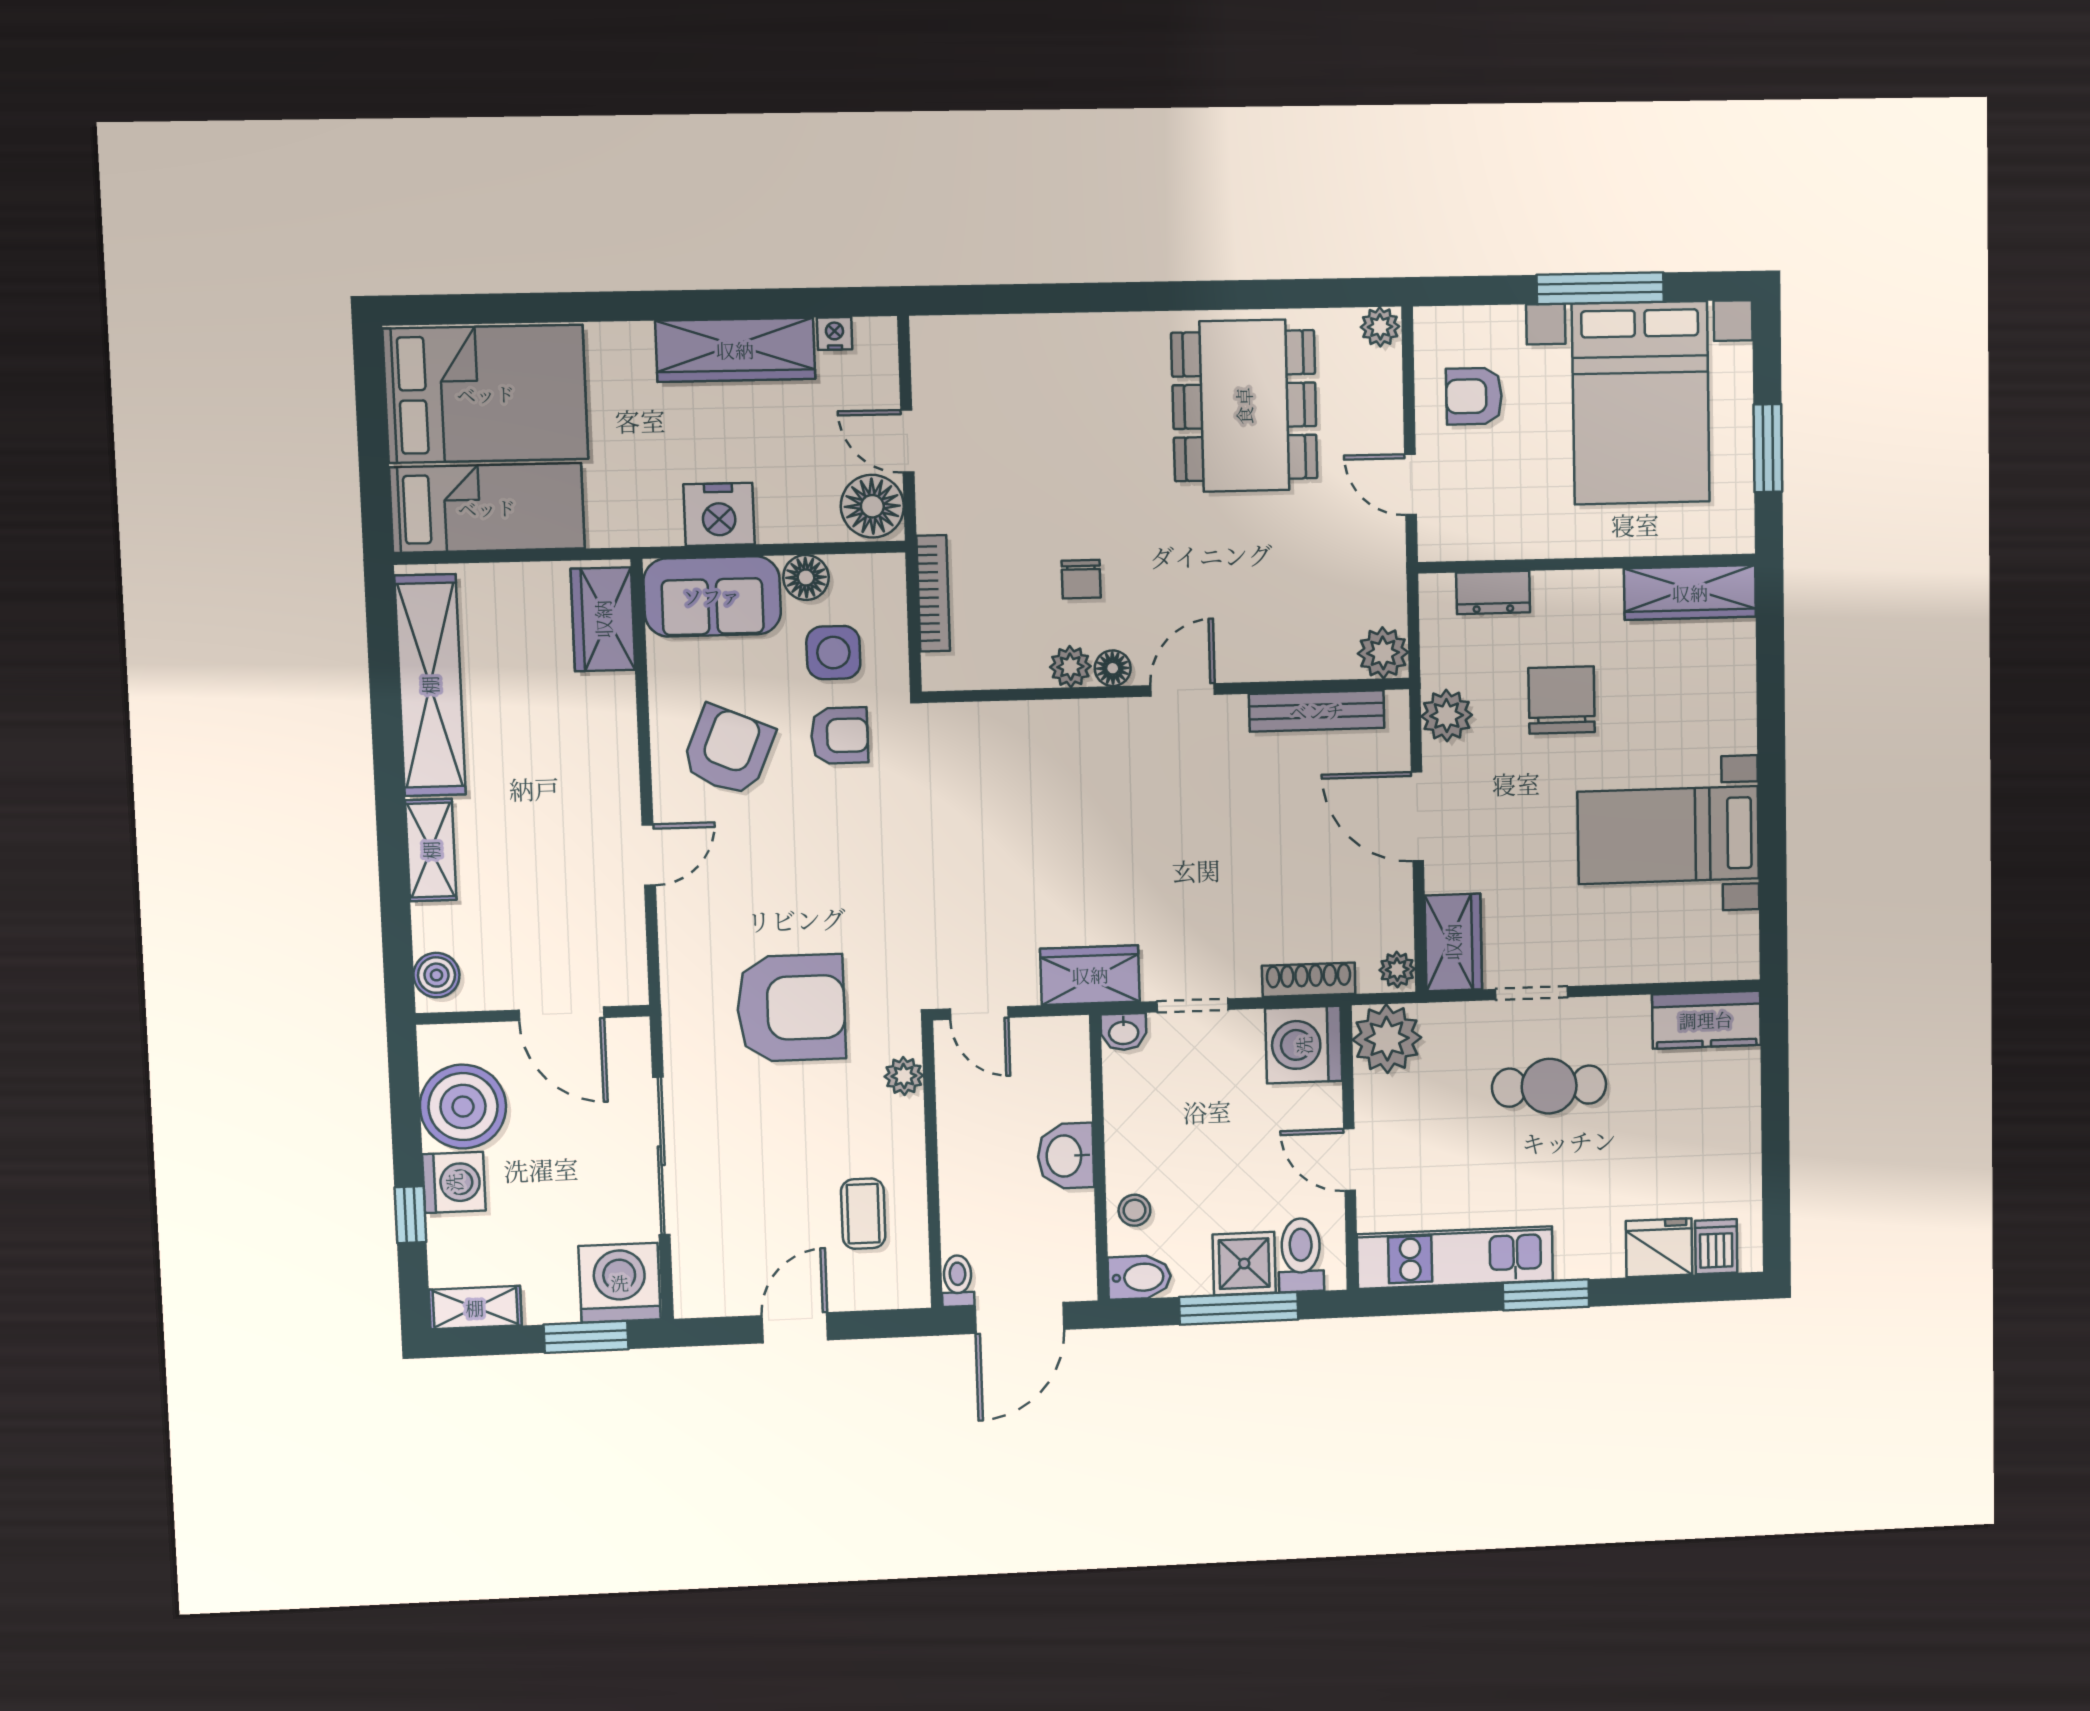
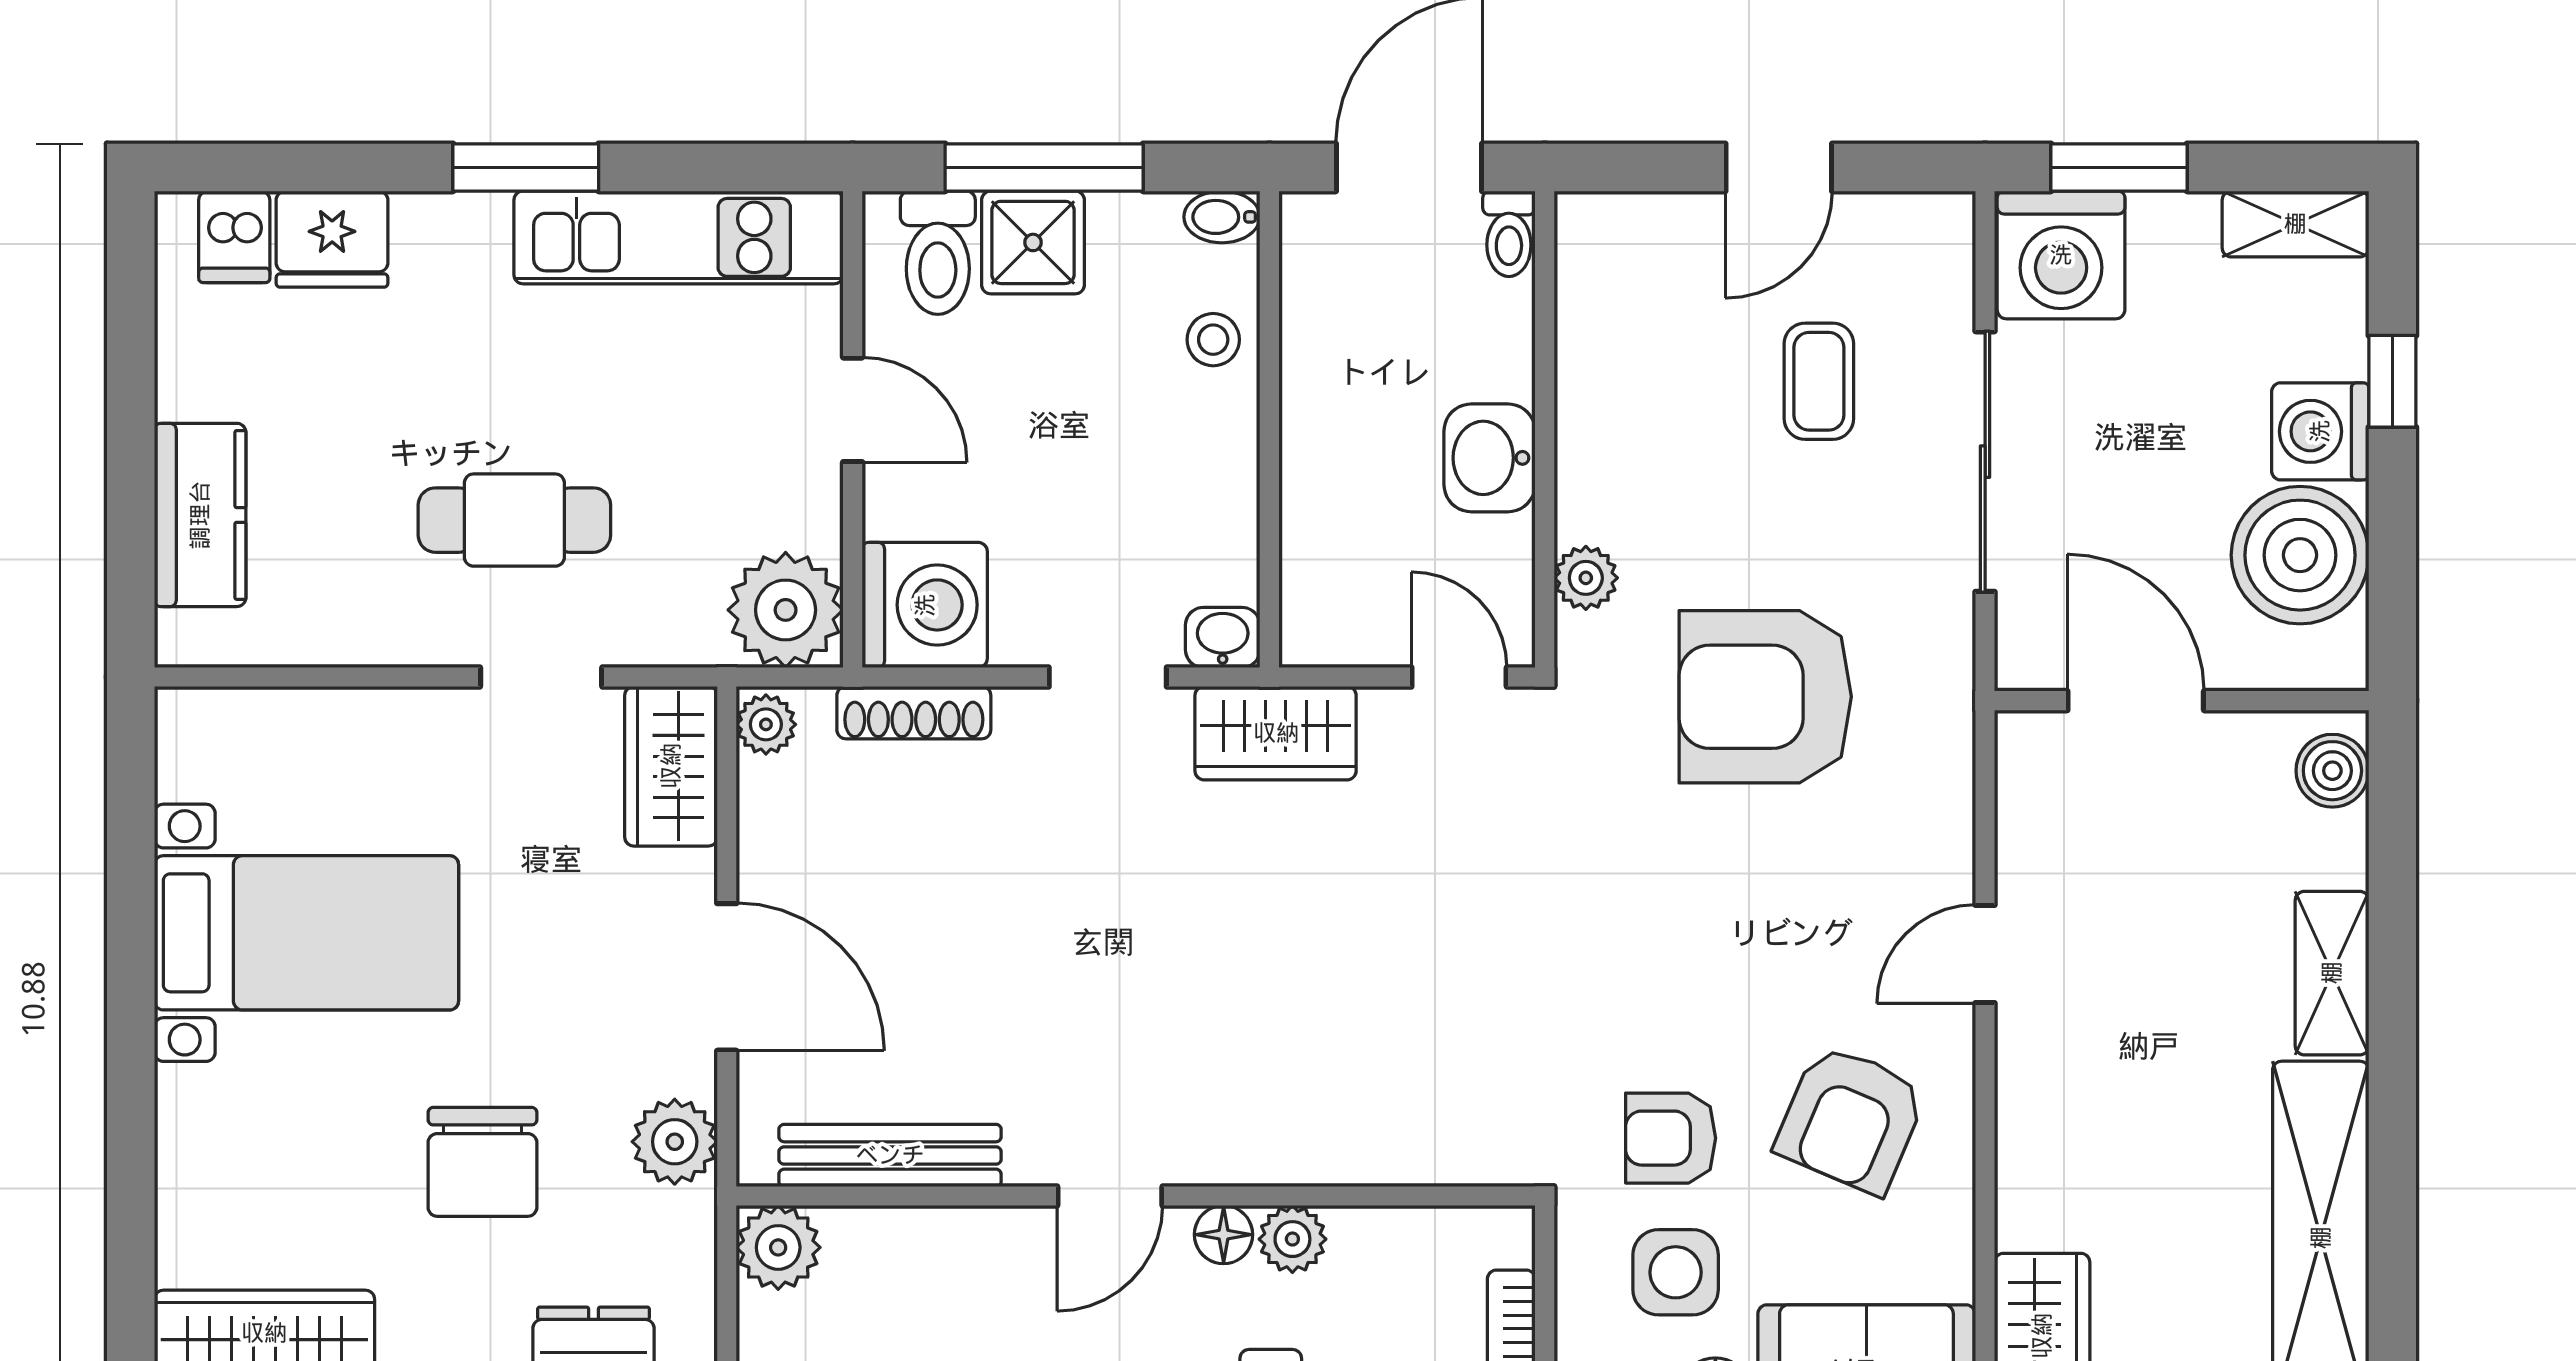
kitchen counter: (1706, 1020) -> (200, 515), moved, turned 90
washbasin: (1066, 1156) -> (1490, 458), moved, turned 180
coffee table: (863, 1214) -> (1819, 381), moved
bidet: (1139, 1277) -> (1222, 217), width x0.72, depth x0.74

